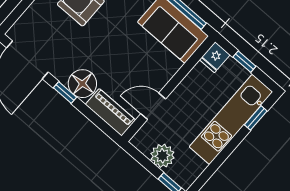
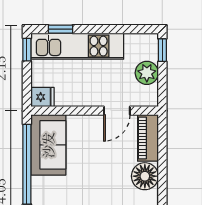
window: (244, 62) -> (27, 50), moved
window: (65, 93) -> (162, 183), removed
door: (153, 106) -> (117, 111), hinge flipped

